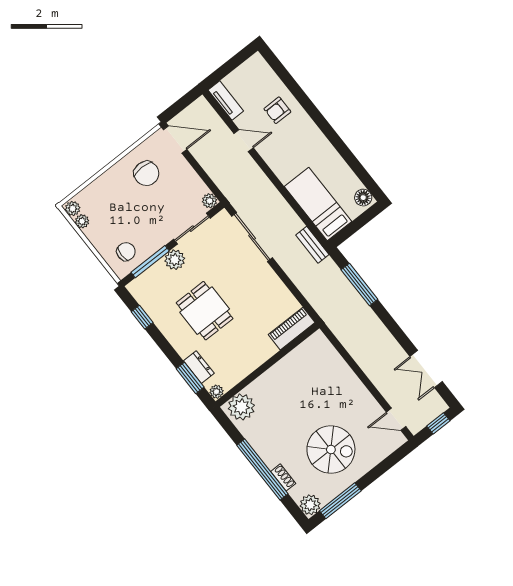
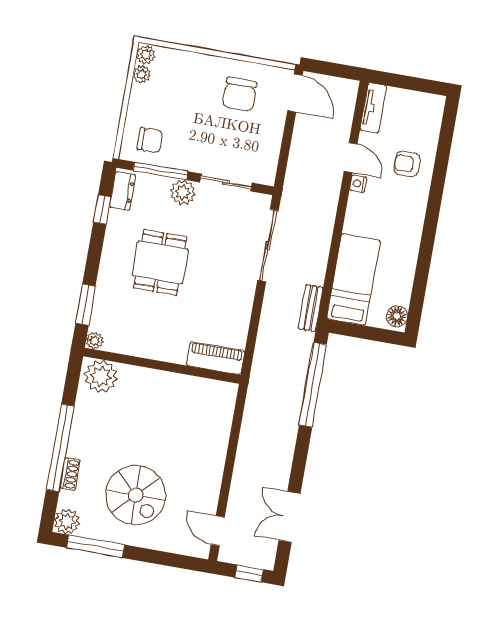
nightstand: (263, 150) -> (358, 184), added
plant: (210, 201) -> (267, 176), removed
window: (359, 285) -> (313, 385), width x1.46
dresser: (199, 367) -> (123, 191), moved

